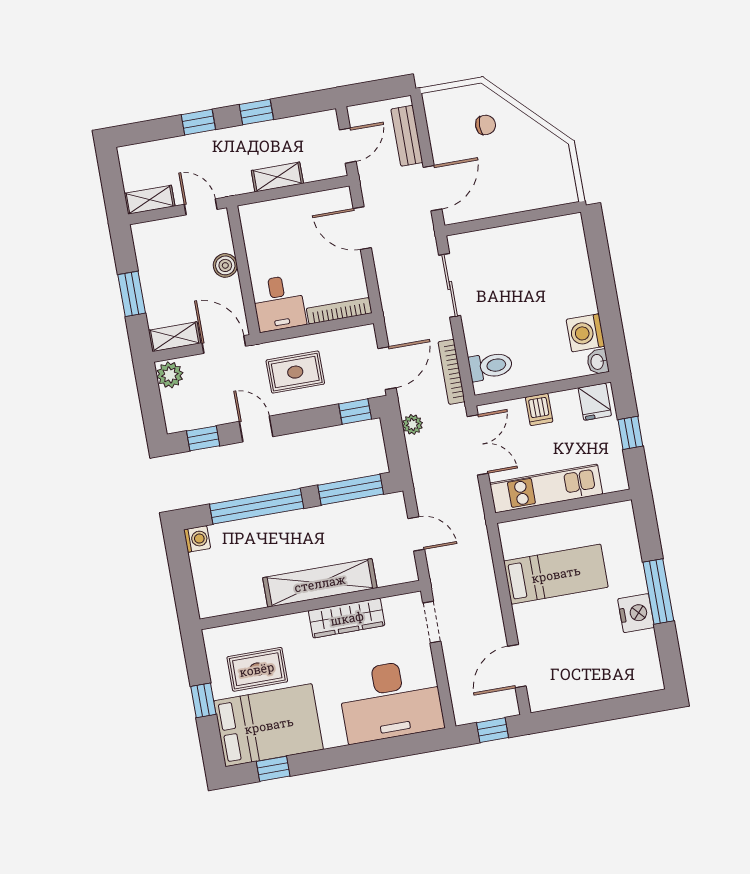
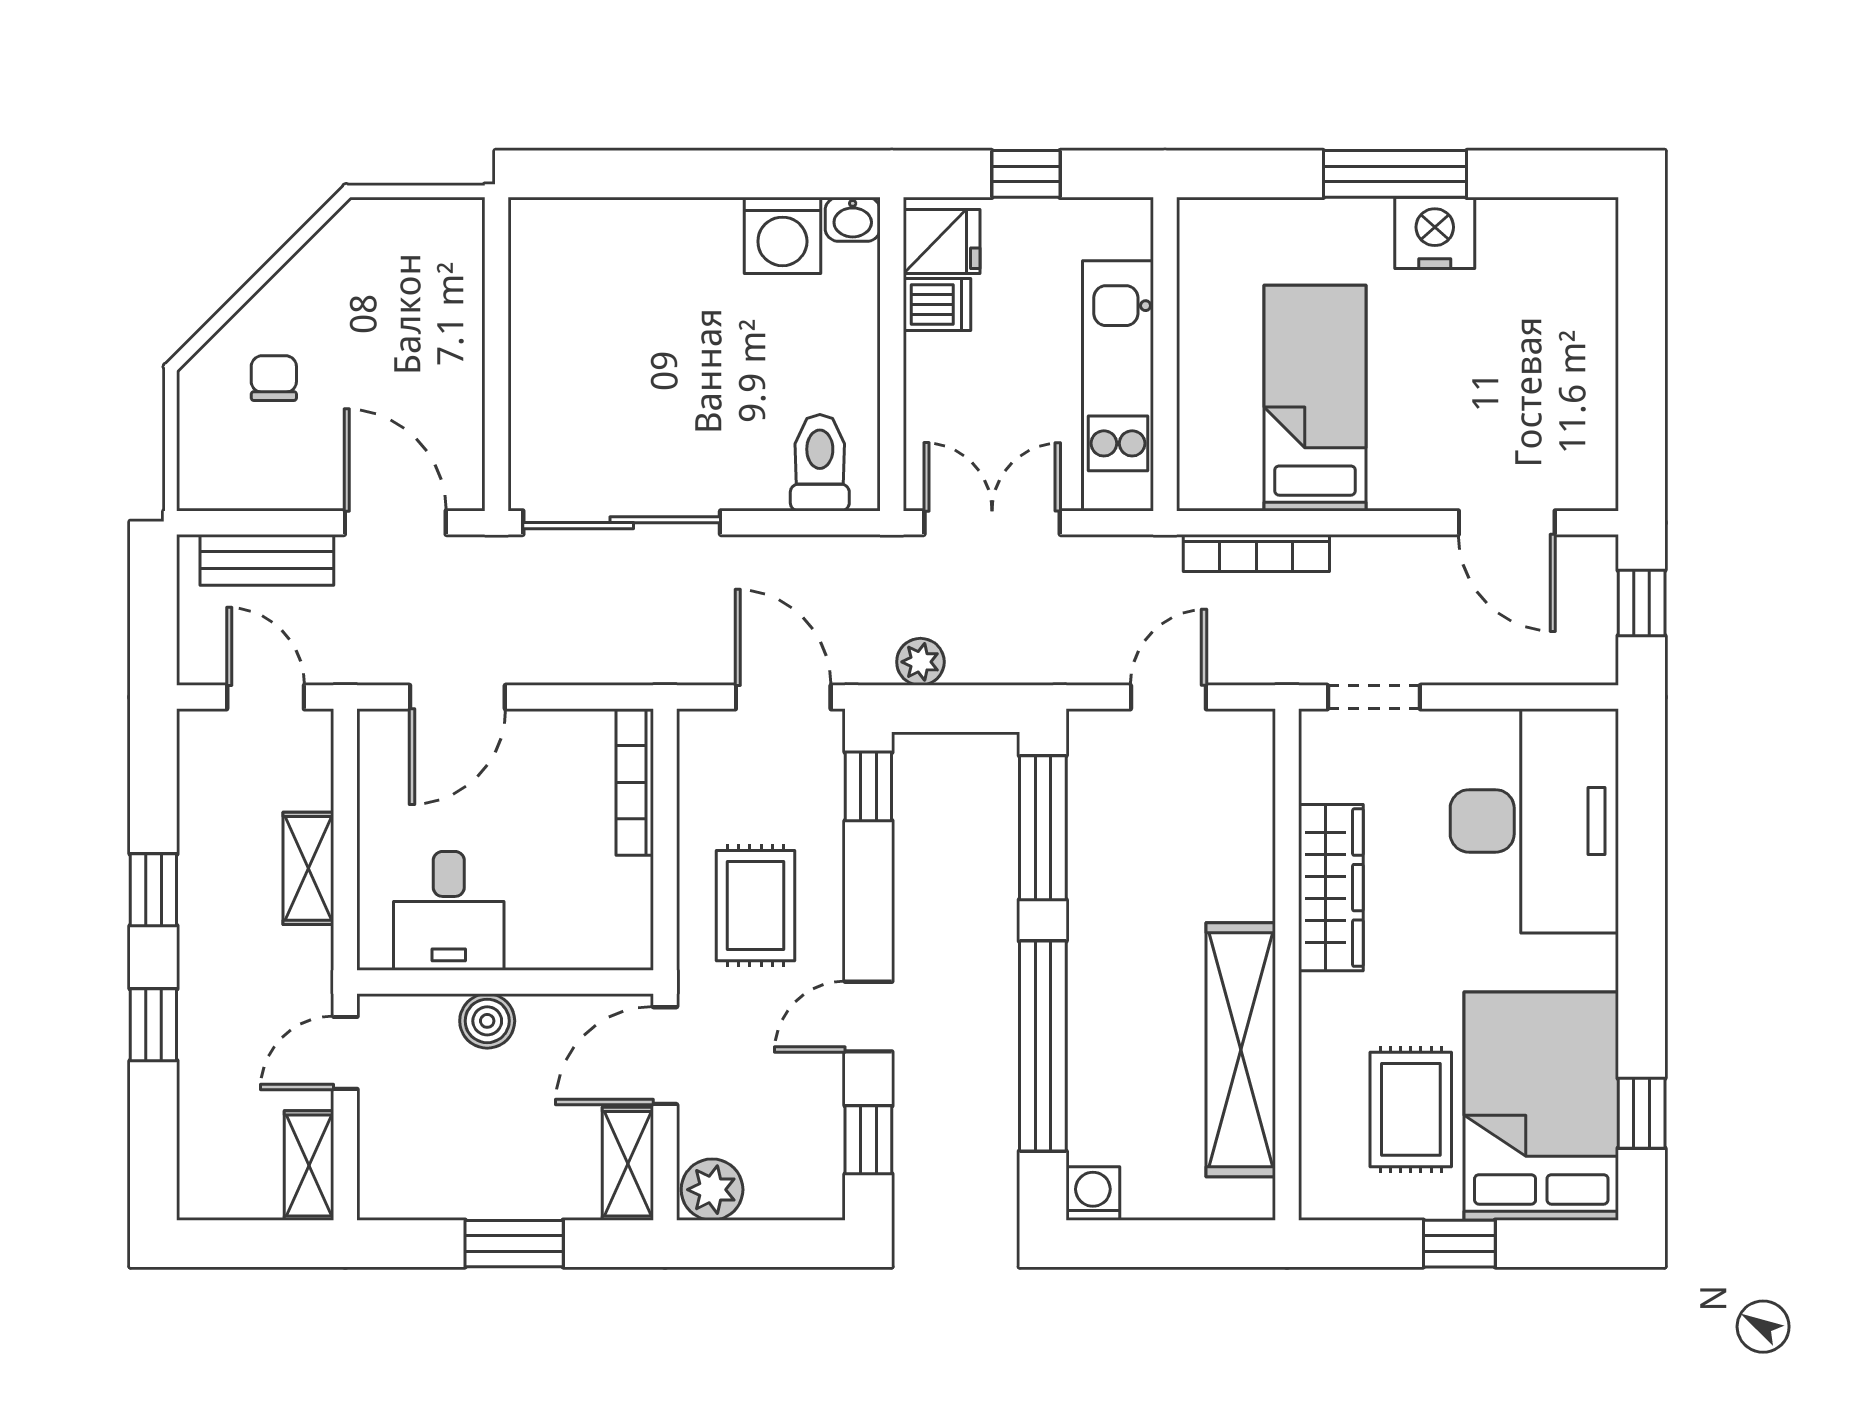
sliding door: (450, 285) -> (622, 523), width x1.37
desk: (279, 303) -> (449, 911), moved, turned 90
bookcase: (452, 372) -> (1256, 553), moved
dishwasher: (539, 410) -> (937, 304), moved
shelving: (320, 583) -> (1241, 1050), moved

